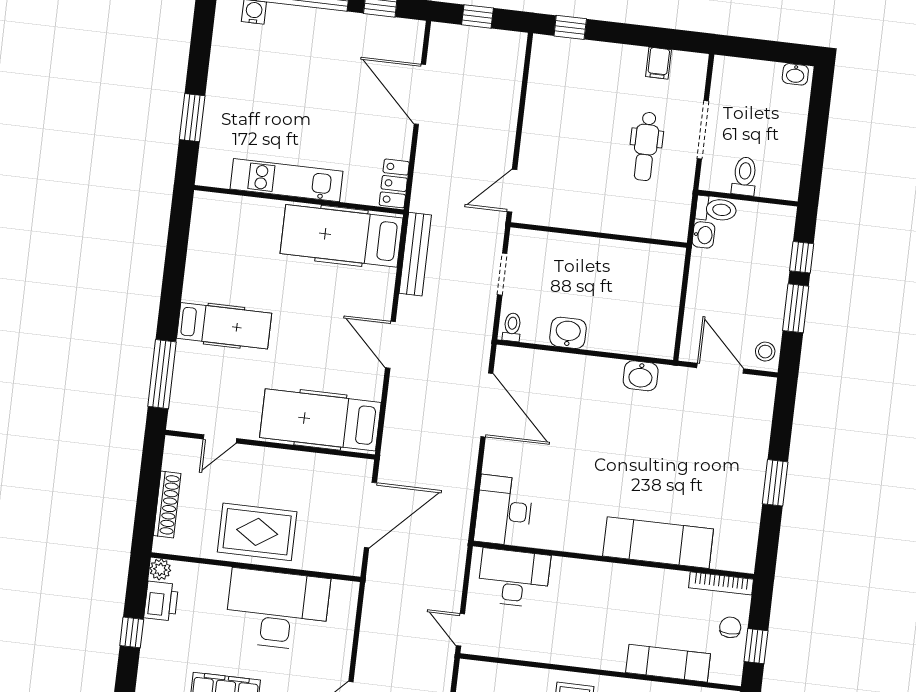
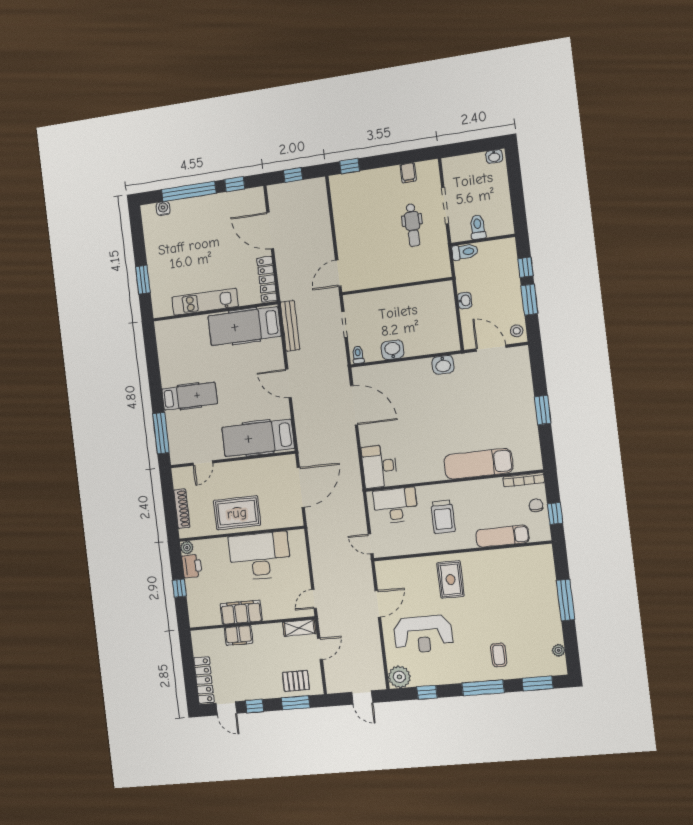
locker: (394, 183) -> (267, 279), width x1.53
washbasin: (704, 235) -> (465, 300), moved
trolley: (584, 613) -> (443, 517), added

